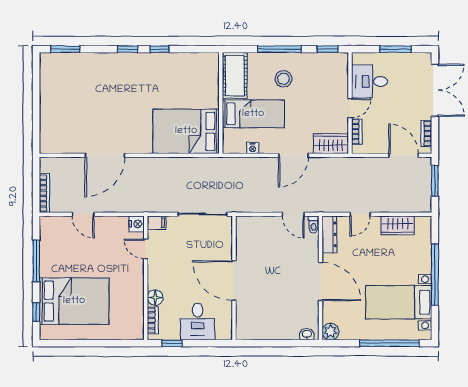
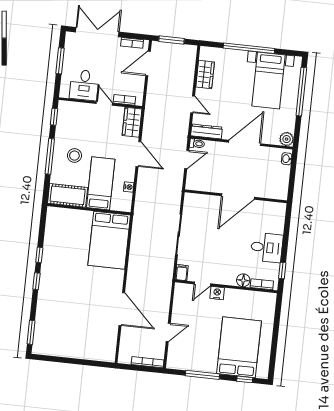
nightstand: (137, 224) -> (217, 293), moved
wall: (234, 278) -> (236, 196), moved
door: (234, 281) -> (238, 197), moved

